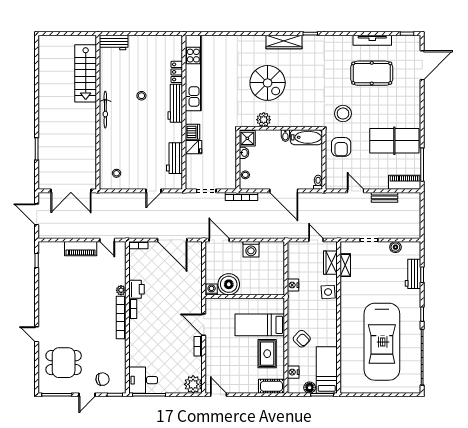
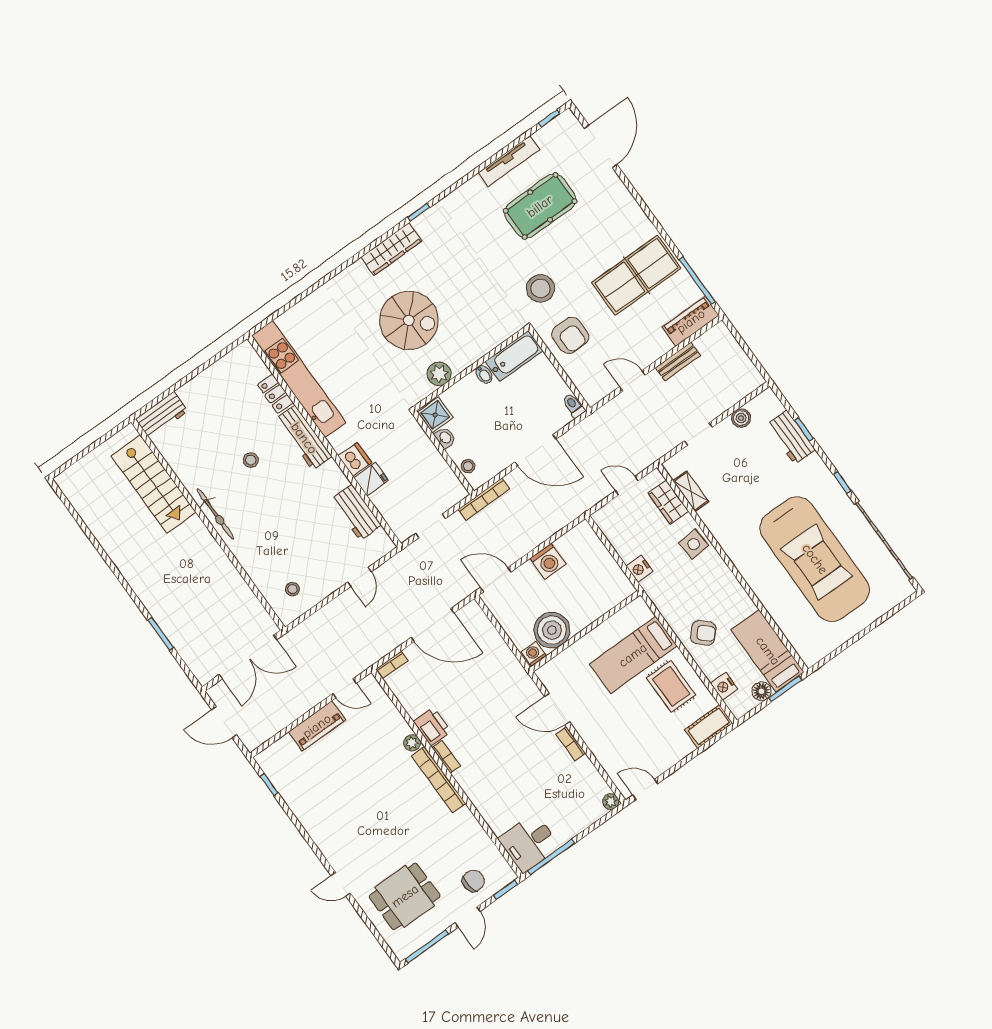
plant: (193, 384) -> (611, 801), width x0.53, depth x0.53

